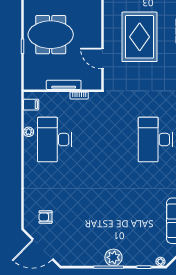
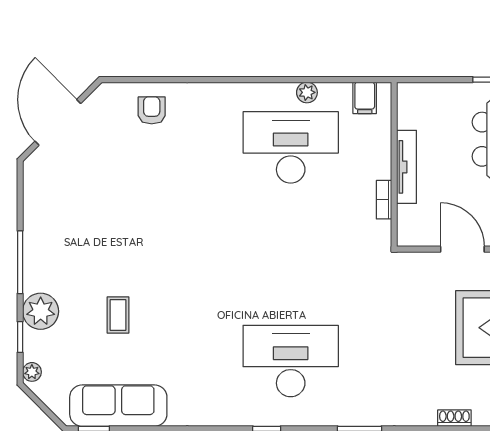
door: (103, 59) -> (462, 249), hinge flipped
armchair: (46, 217) -> (152, 110), moved
coffee table: (134, 221) -> (118, 315), added
plant: (113, 257) -> (41, 311), moved

